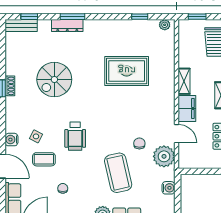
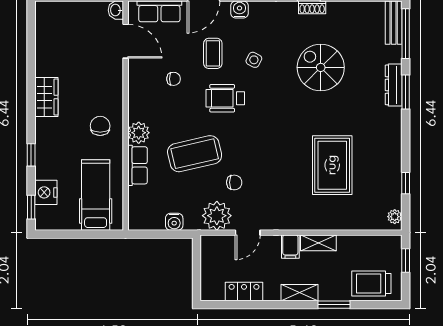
window: (29, 17) -> (406, 34), width x2.17
filing cabinet: (187, 108) -> (290, 247), width x0.50
side table: (36, 136) -> (254, 60), moved
wheelchair: (75, 136) -> (225, 98), moved

